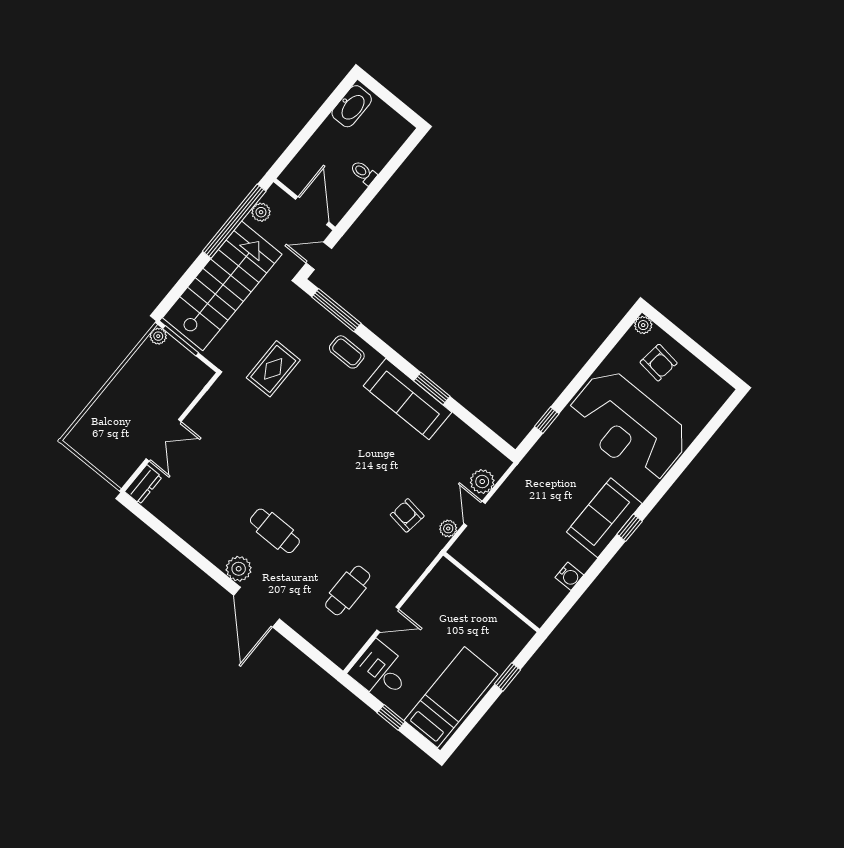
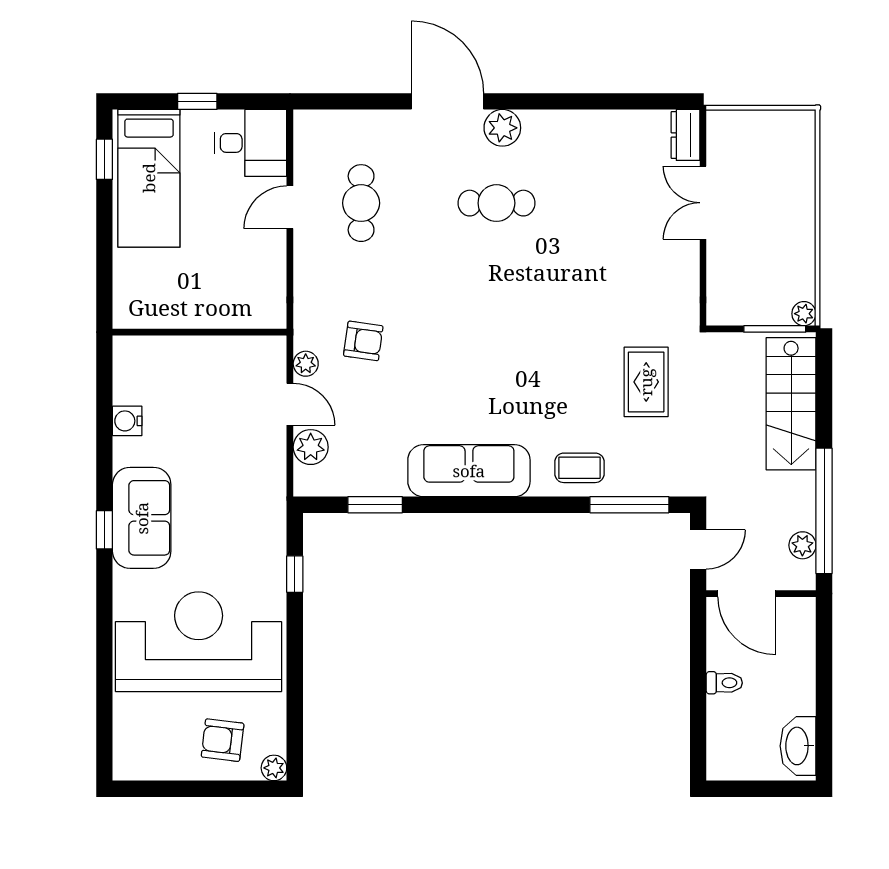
stairs: (222, 286) -> (791, 404), width x0.73, depth x0.66
window: (432, 388) -> (375, 505), moved
window: (507, 677) -> (104, 159), moved

